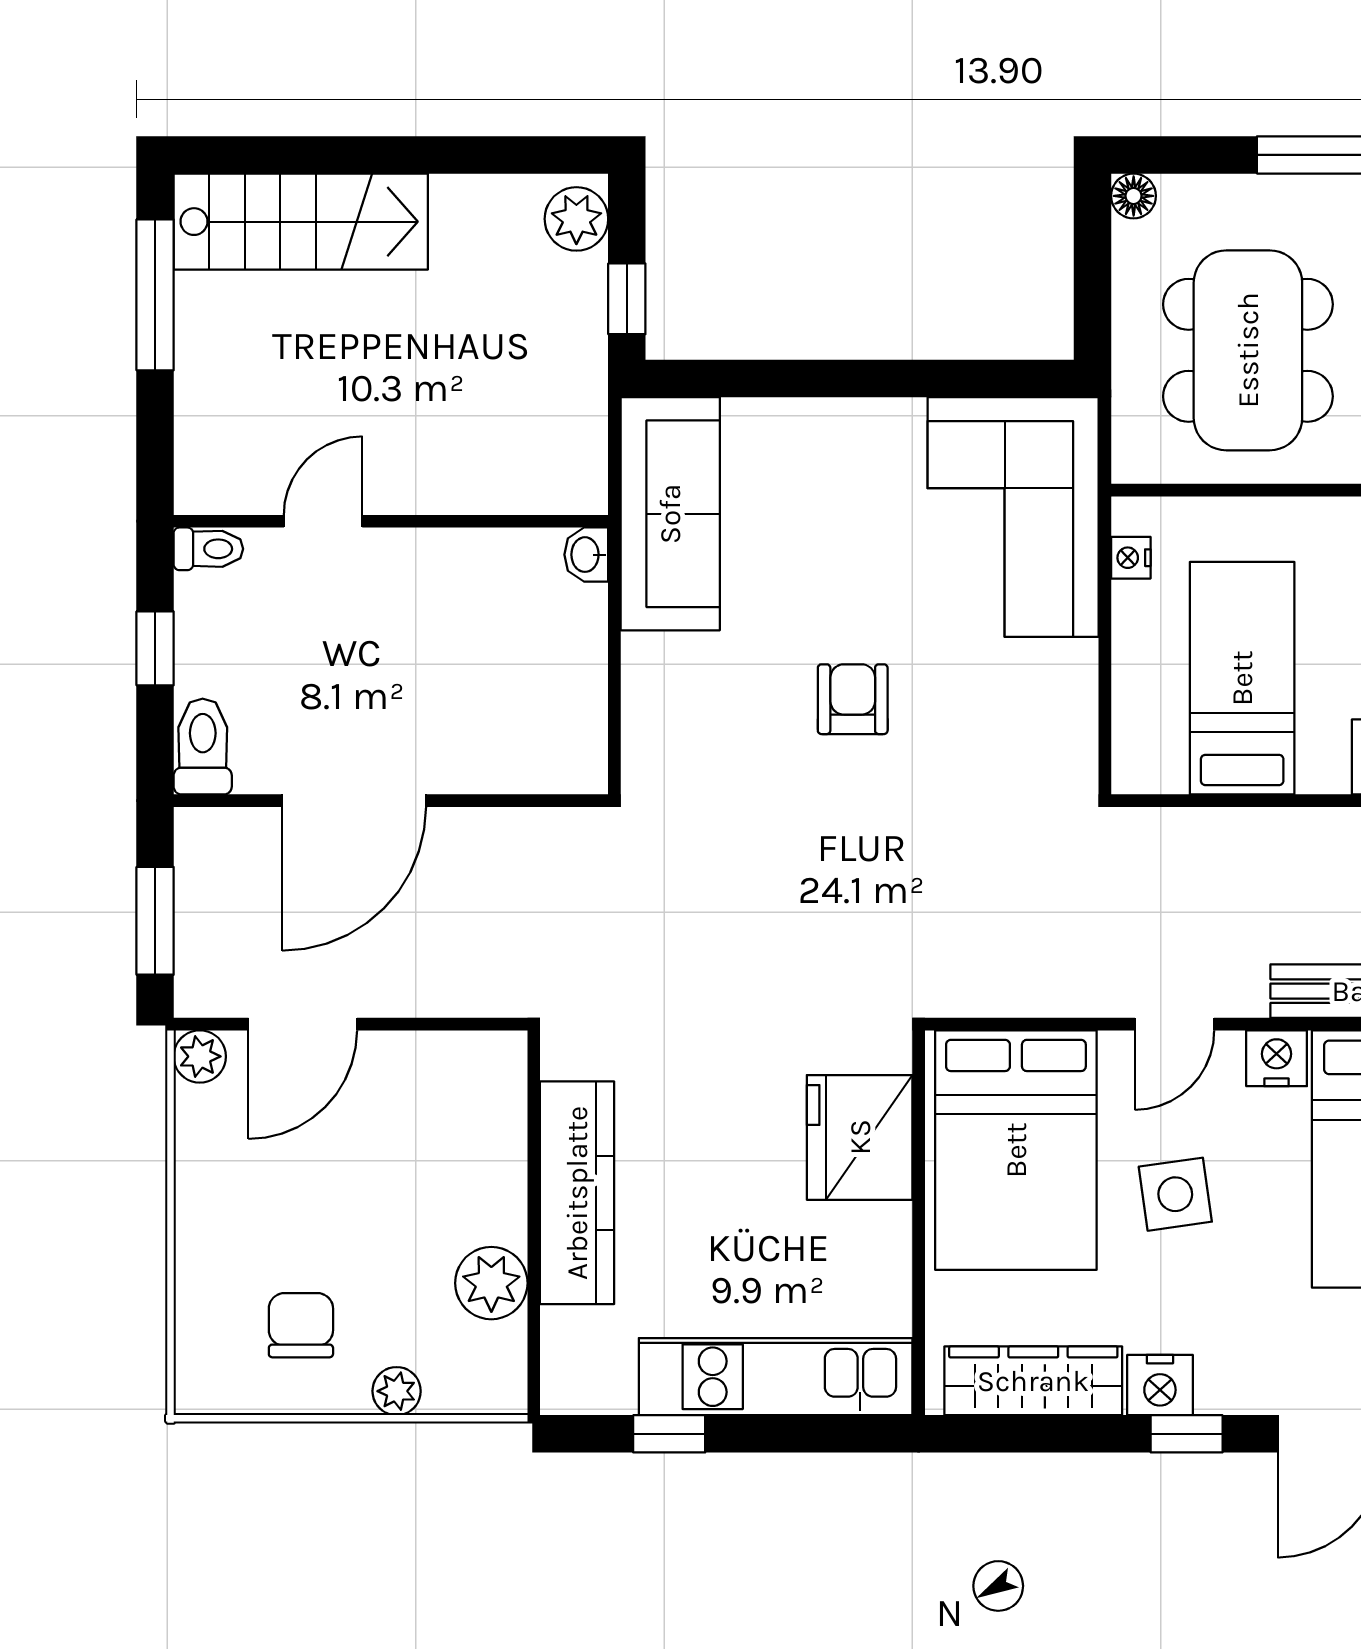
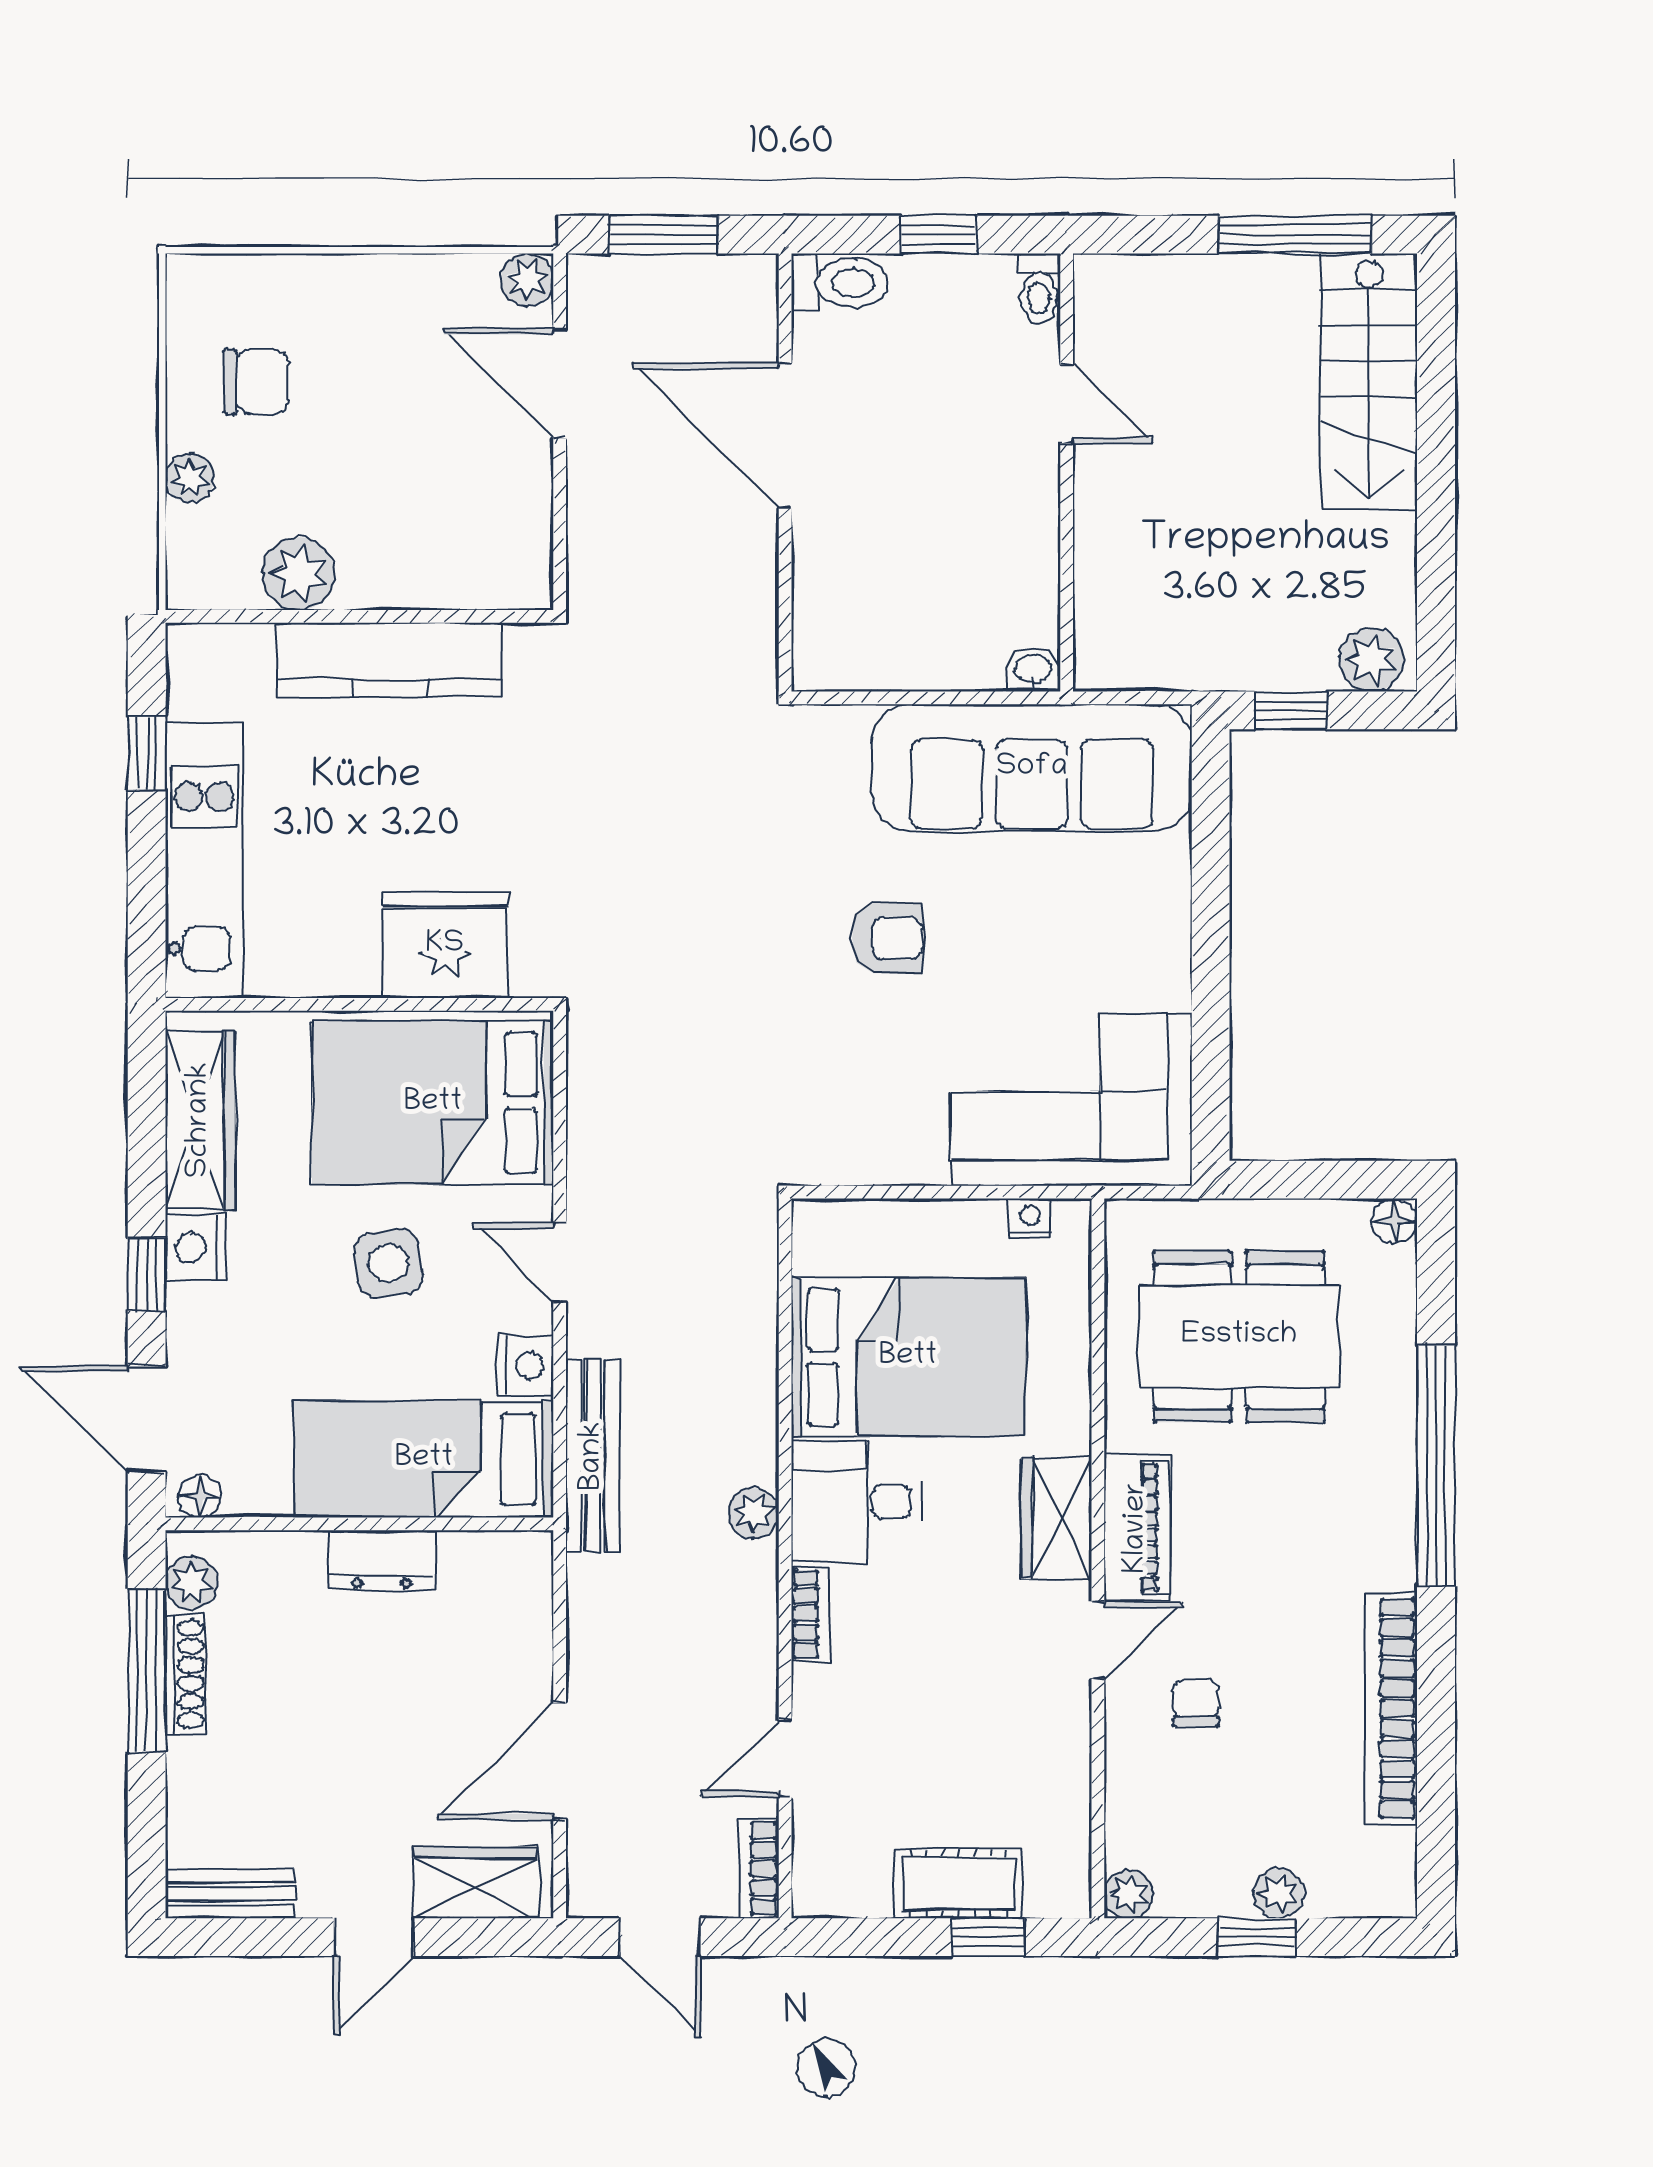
sofa: (670, 514) -> (1032, 768), width x1.36, depth x1.27
bed: (1242, 678) -> (908, 1357), width x1.50

